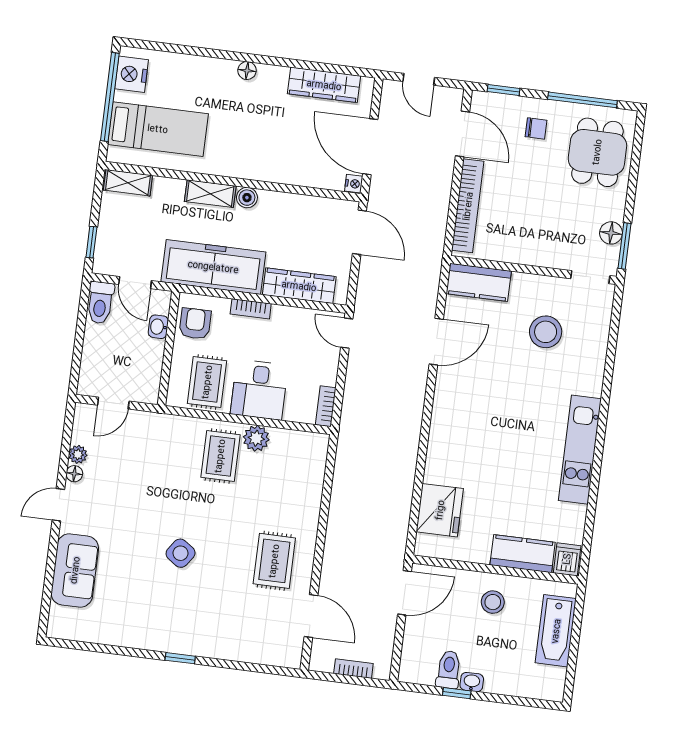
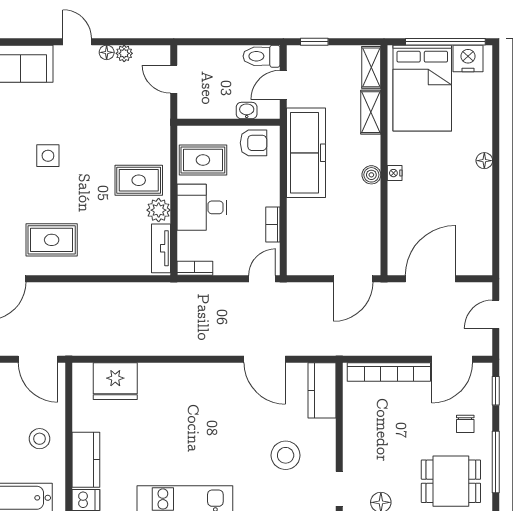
wardrobe: (324, 85) -> (480, 231), removed
bed: (158, 129) -> (422, 88), width x1.50
nightstand: (354, 184) -> (395, 173), moved, turned 90
shelving: (210, 194) -> (371, 112), moved
wardrobe: (299, 286) -> (299, 231), removed
bookcase: (251, 309) -> (273, 225), moved
tv unit: (299, 441) -> (161, 248), added
side table: (181, 553) -> (48, 156), turned -35

